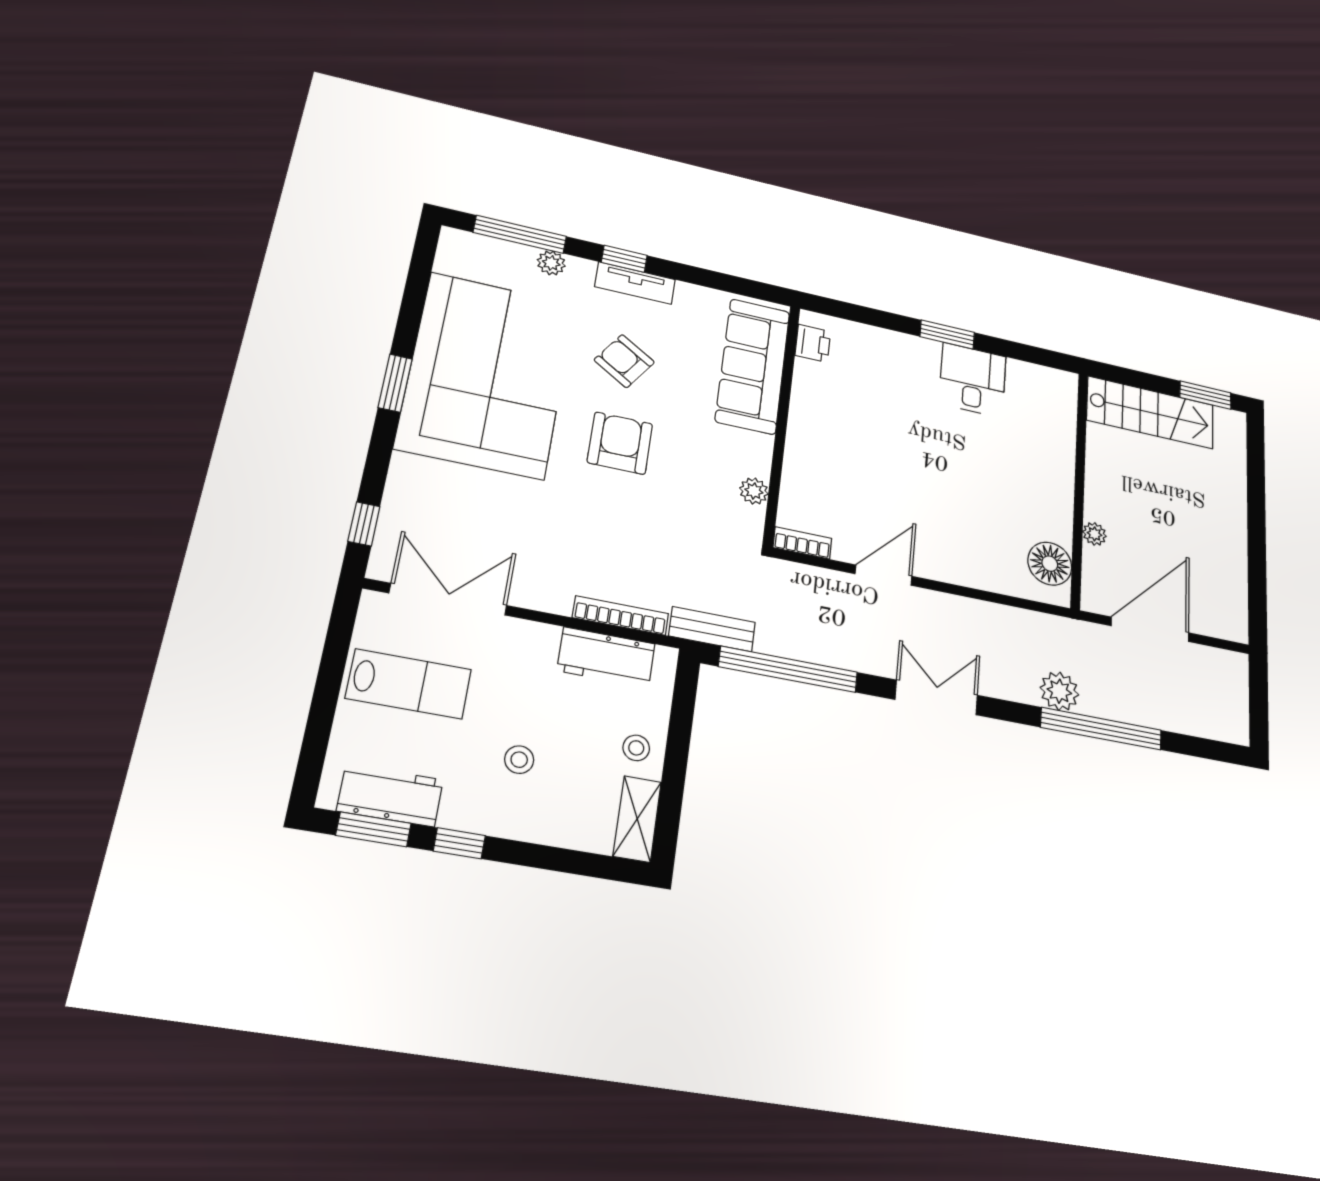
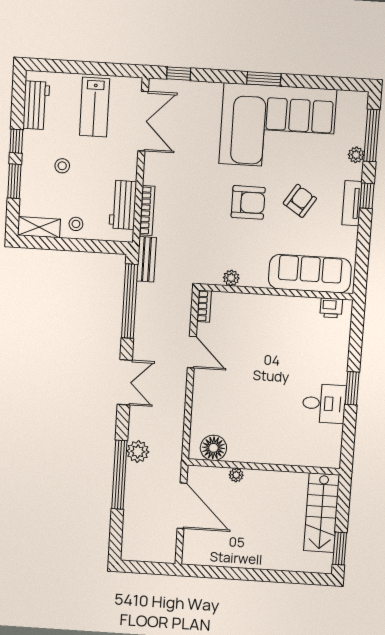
window: (374, 829) -> (14, 181), moved

